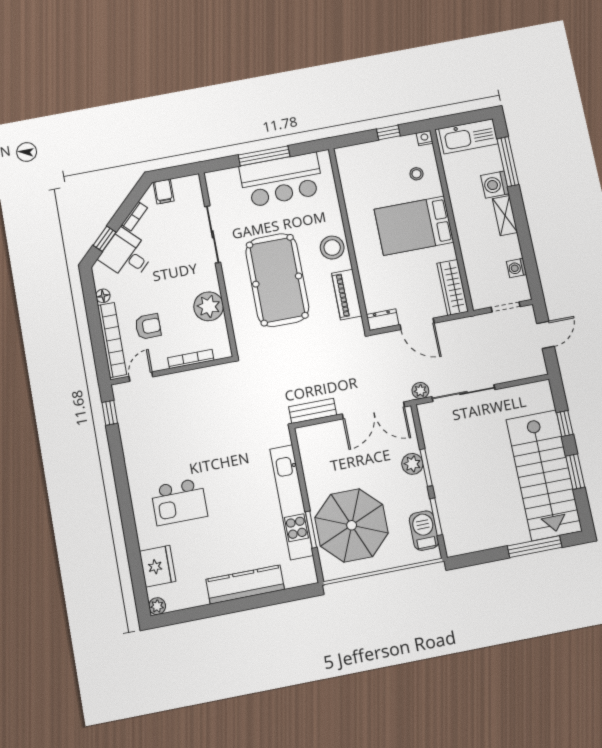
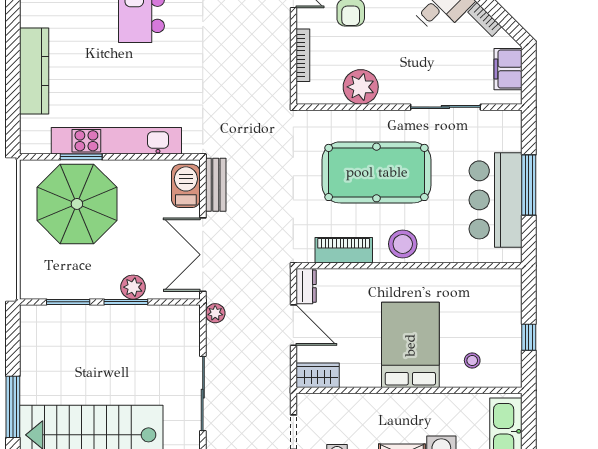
nightstand: (425, 138) -> (514, 379), removed
filing cabinet: (164, 192) -> (508, 69), width x2.00
wardrobe: (453, 287) -> (318, 375), width x0.67
door: (417, 324) -> (293, 325), swing flipped
sliding door: (463, 393) -> (203, 394), moved
barbecue: (424, 531) -> (186, 186), moved, turned -90

